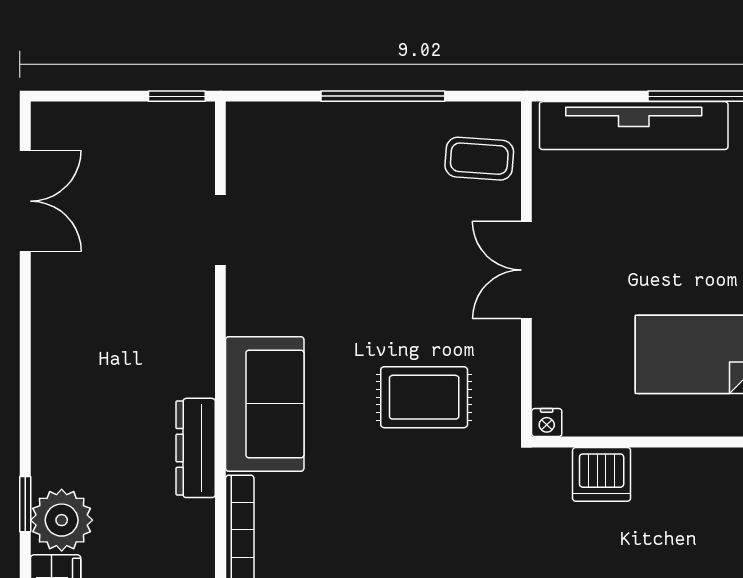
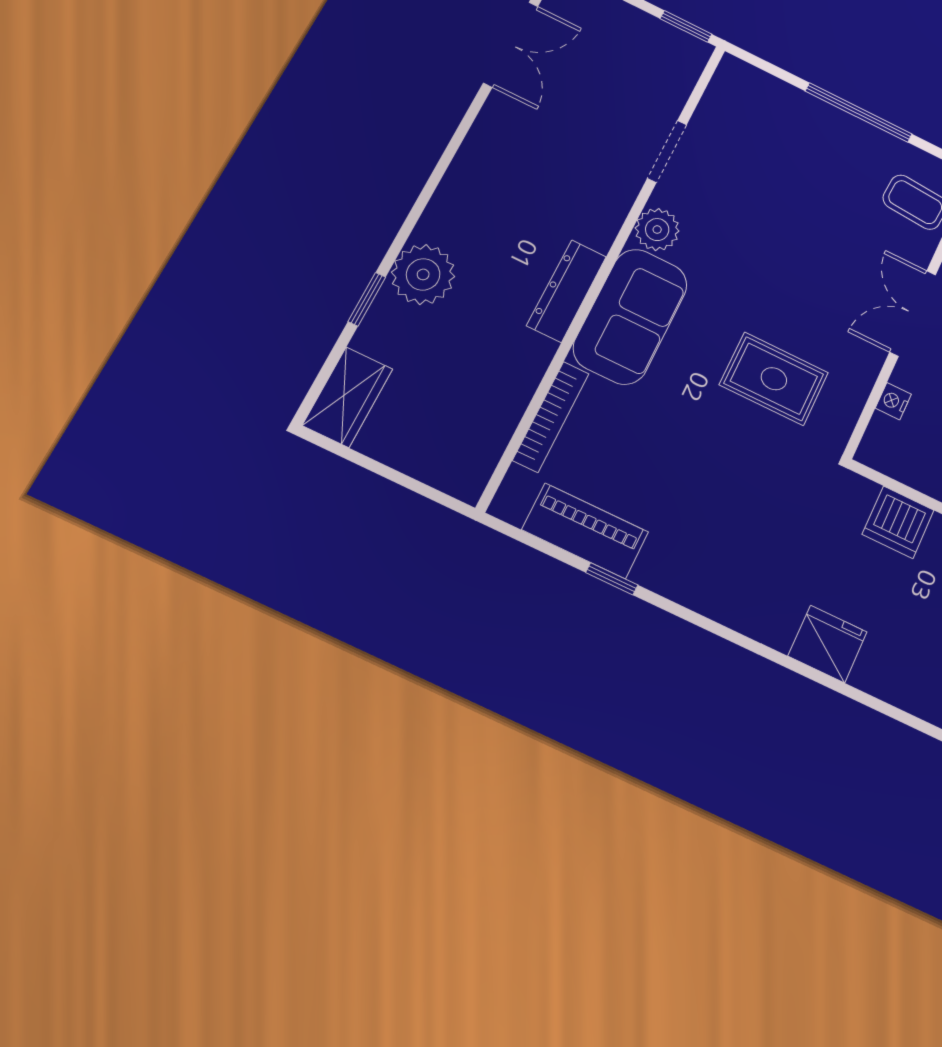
plant: (249, 310) -> (657, 230), added
nightstand: (547, 423) -> (893, 401), moved, turned 90
dresser: (196, 448) -> (567, 291), moved
plant: (62, 520) -> (423, 274), moved

